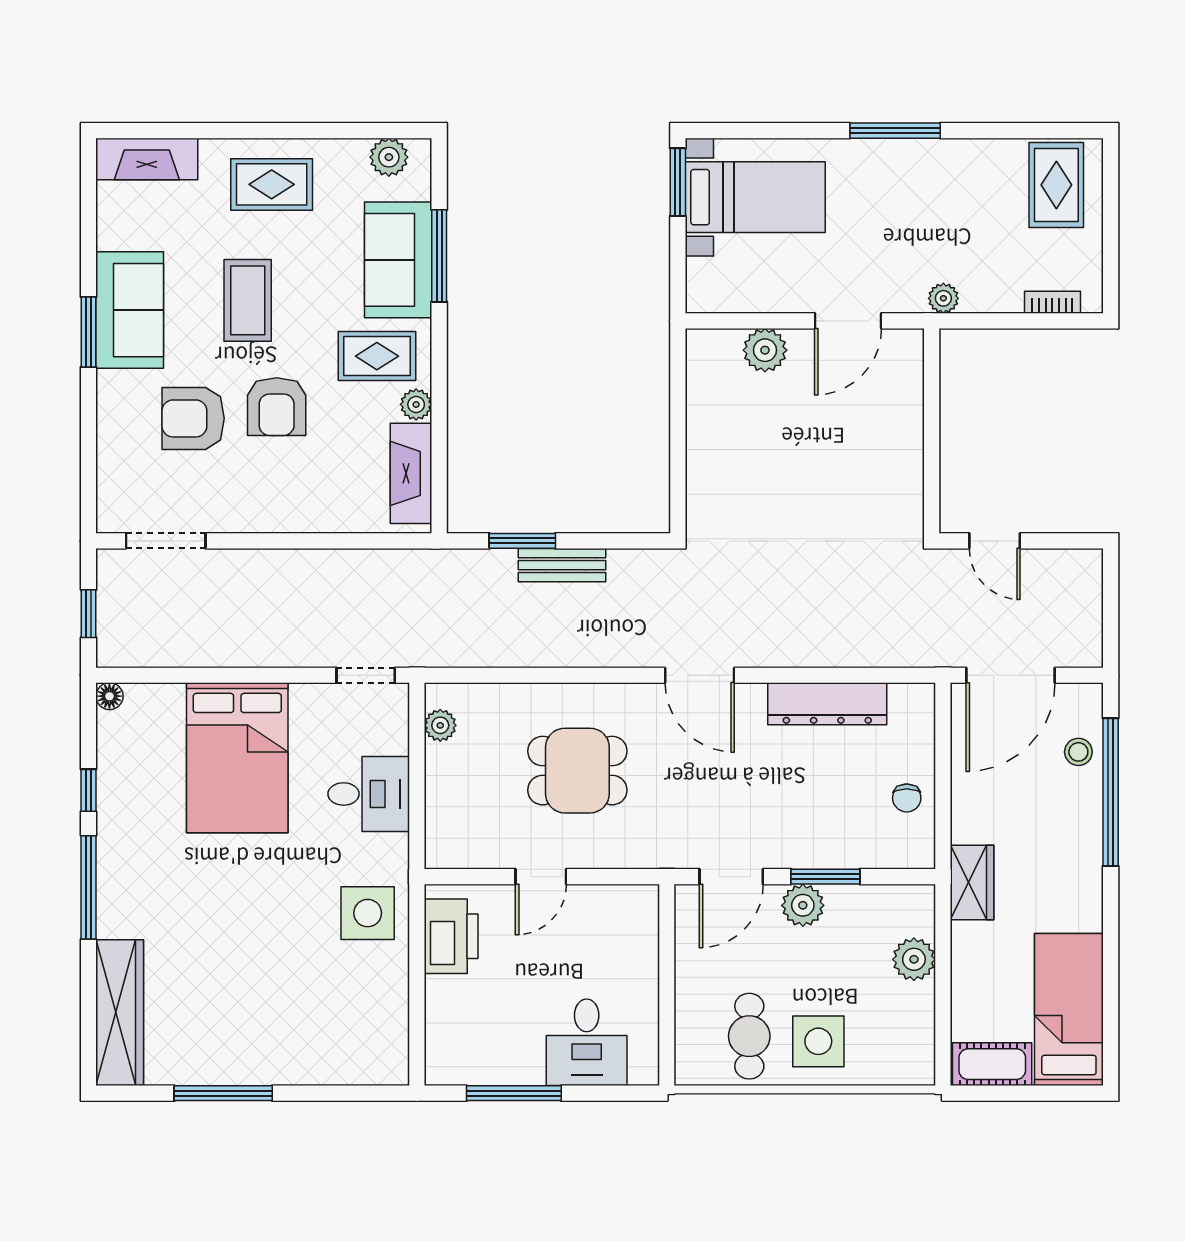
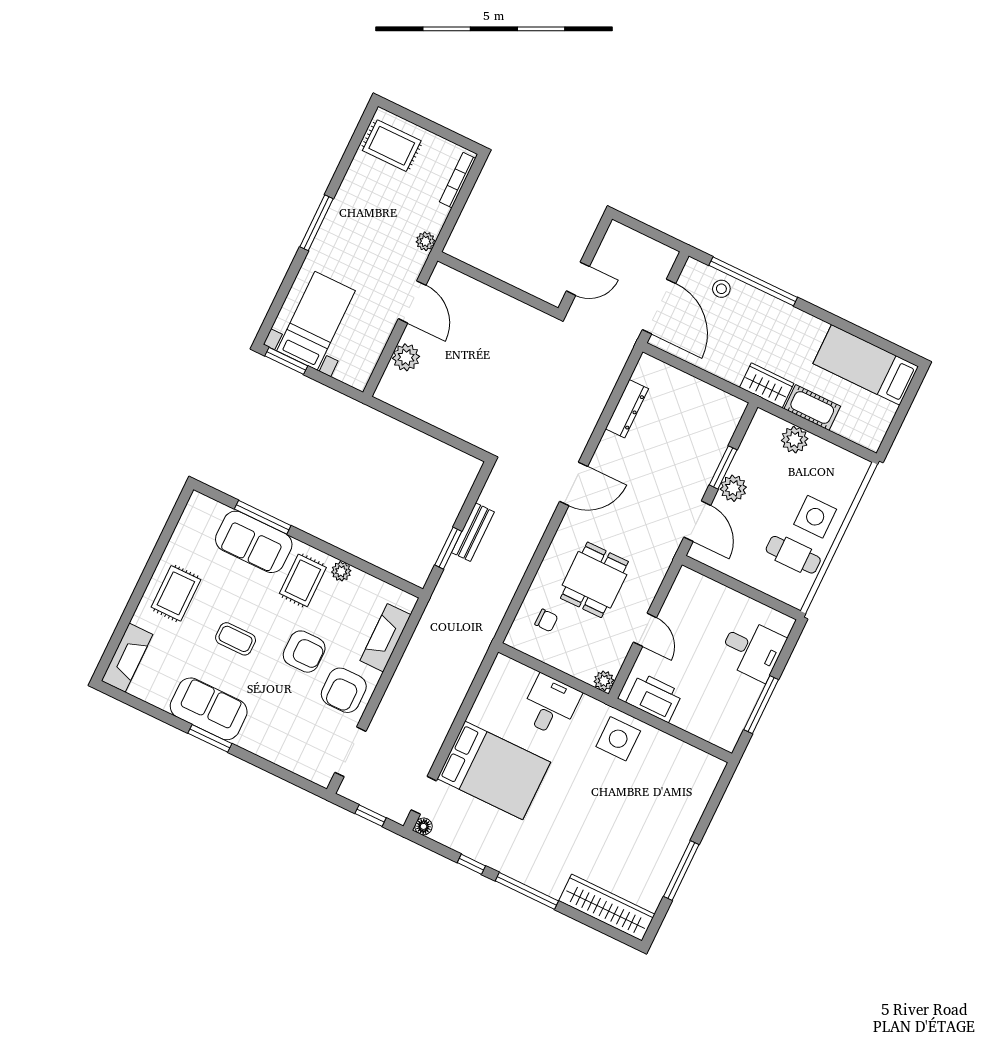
plant: (389, 157) -> (193, 519), removed
coffee table: (248, 300) -> (236, 639), width x0.73, depth x0.77
bookcase: (1052, 302) -> (458, 180), width x1.56
armchair: (193, 418) -> (344, 690), moved
fireplace: (411, 473) -> (385, 638), moved, turned 90
doorway: (366, 675) -> (424, 795), moved
dresser: (827, 704) -> (627, 409), width x0.73, depth x0.80
plant: (440, 725) -> (604, 681), moved
chair: (907, 798) -> (546, 620), moved
cot: (992, 1064) -> (812, 407), moved, turned 90

